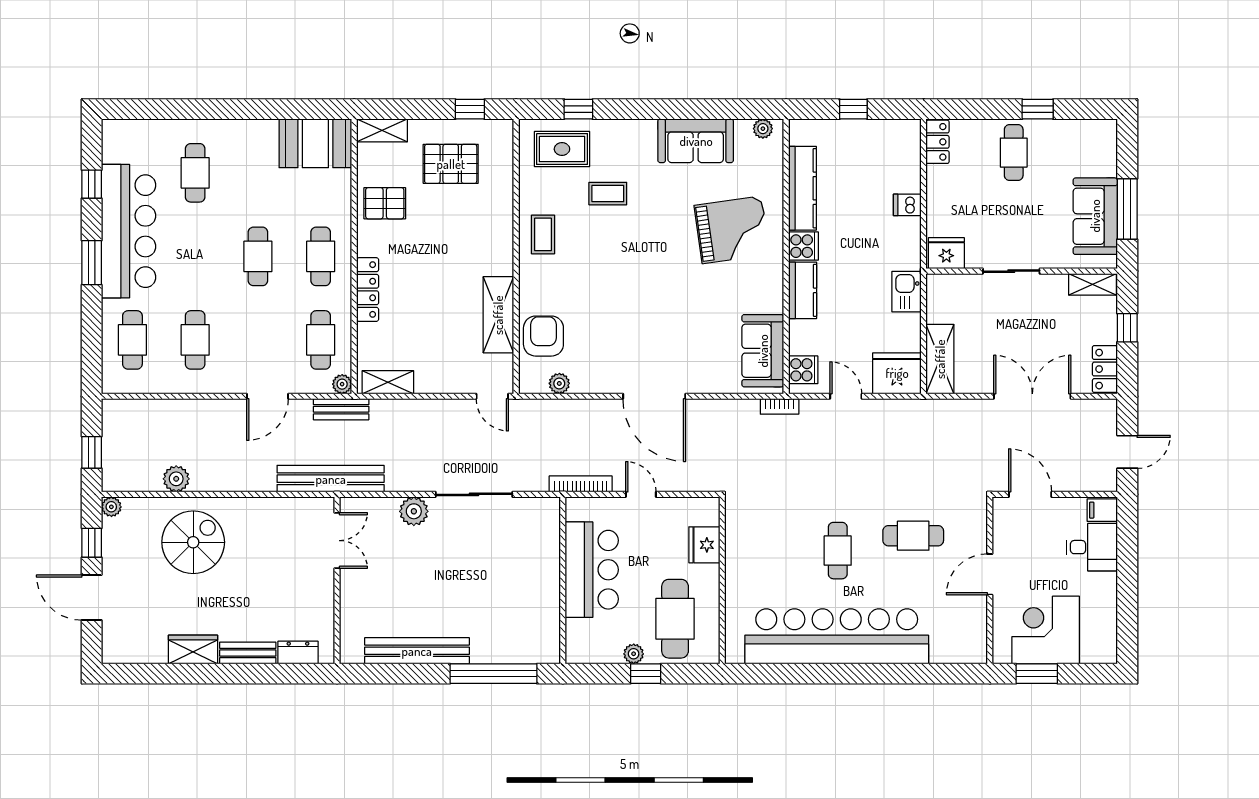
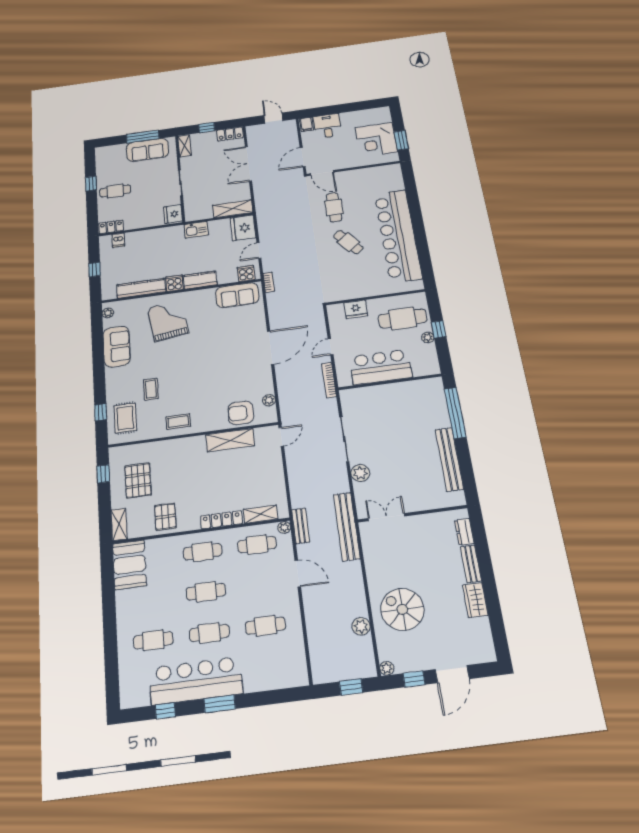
dishwasher: (907, 205) -> (118, 240), moved
cafe table: (132, 340) -> (209, 633), moved
shelving: (388, 382) -> (261, 514), moved, turned 90
cafe table: (838, 551) -> (348, 242), turned 51
door: (990, 574) -> (322, 173), moved

